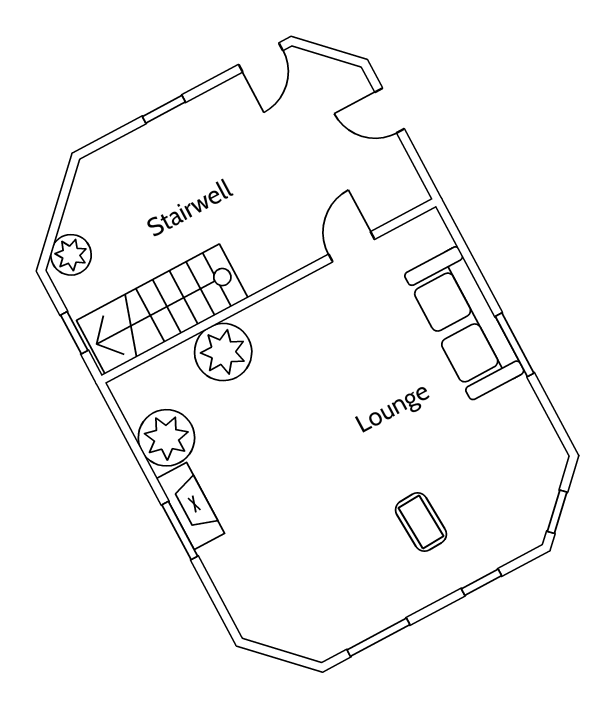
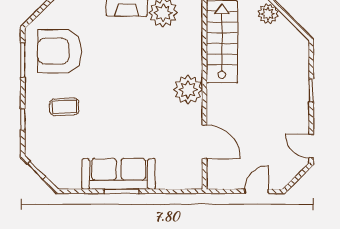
door: (352, 247) -> (204, 142), width x1.38
sofa: (464, 323) -> (119, 174), moved
plant: (223, 352) -> (188, 90), moved
armchair: (329, 582) -> (59, 51), added

